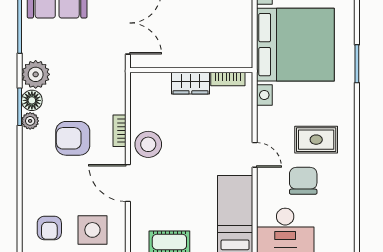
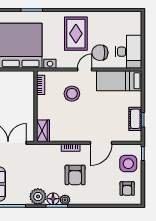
wardrobe: (190, 83) -> (43, 131), moved
rug: (316, 140) -> (76, 34), width x1.36, depth x1.43
stool: (148, 144) -> (72, 94), moved
chair: (303, 181) -> (100, 53), moved
armchair: (49, 228) -> (127, 189), turned 90

